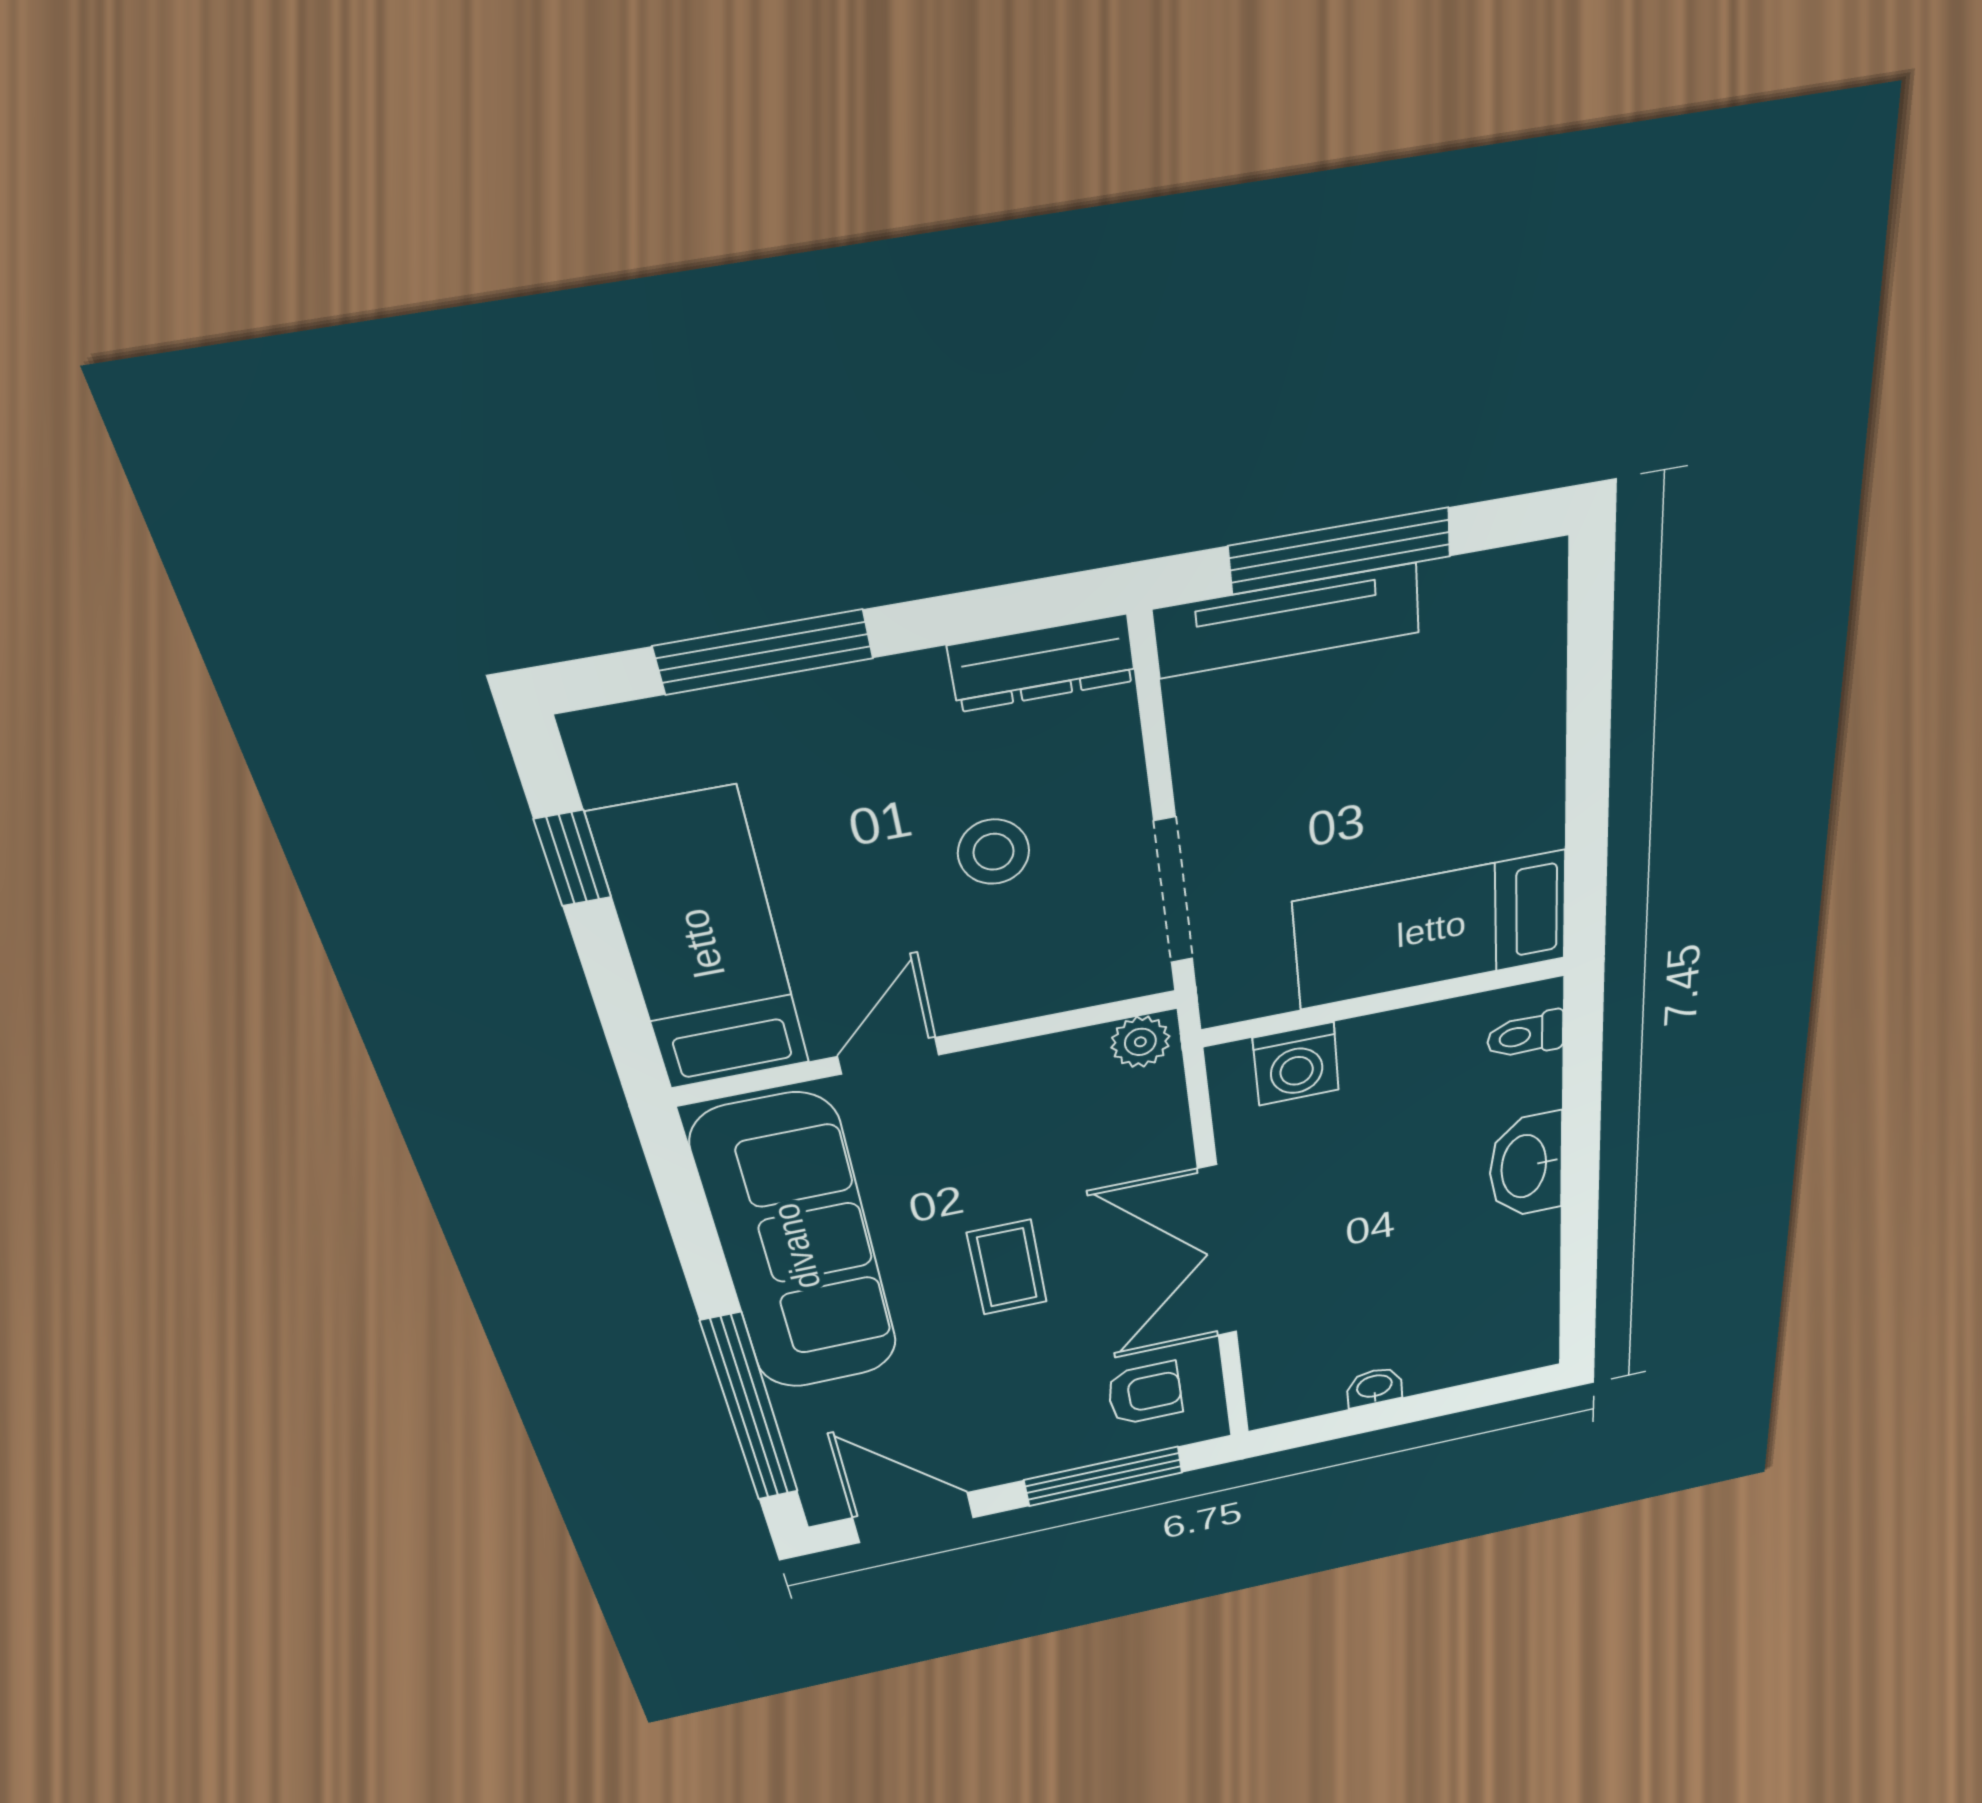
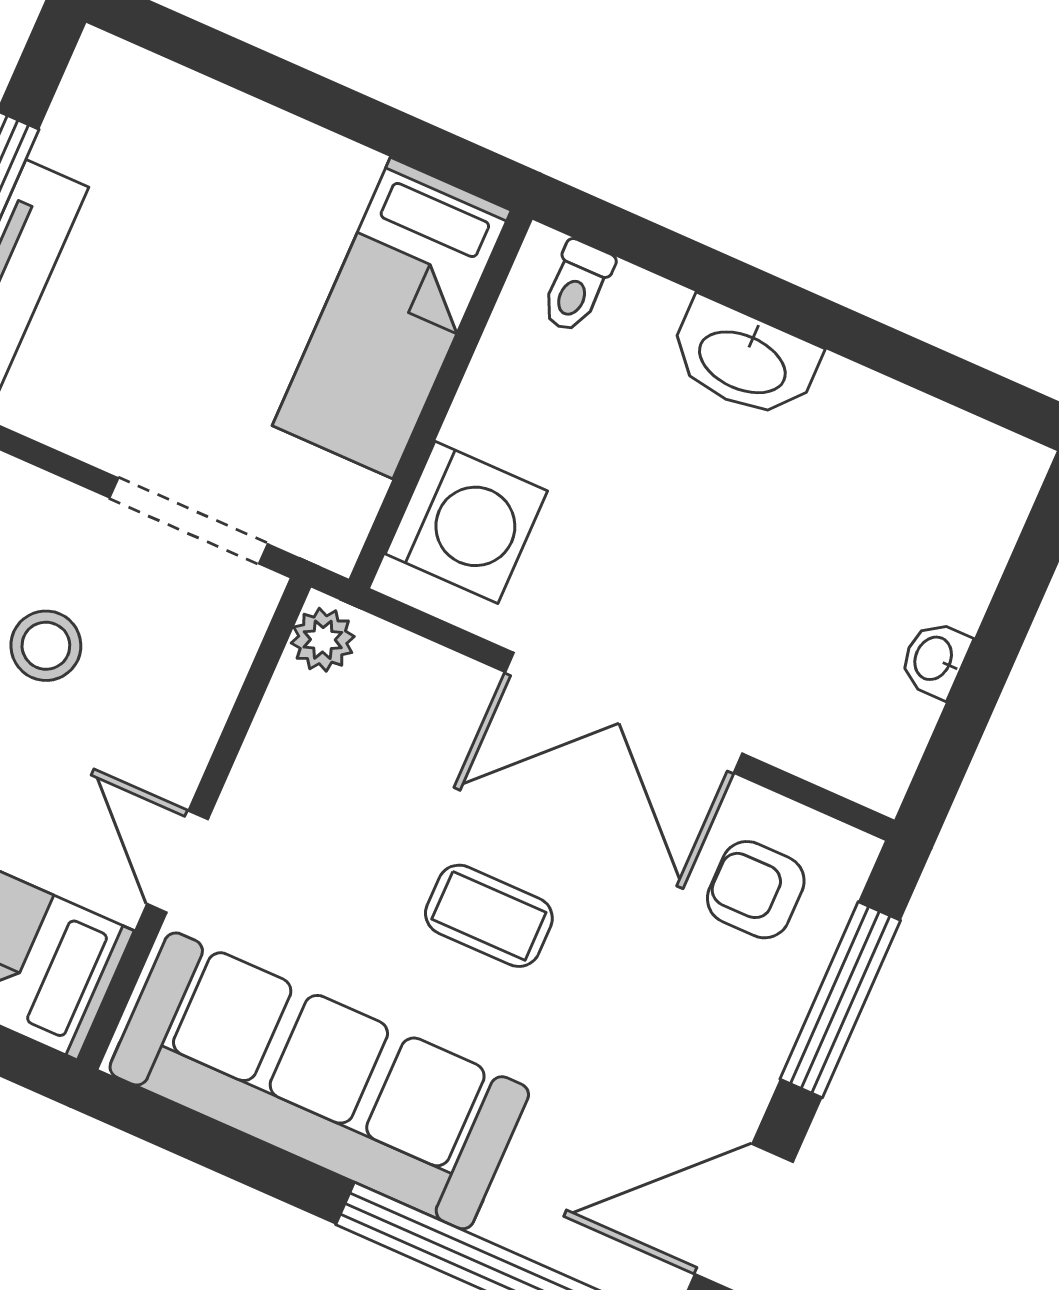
washing machine: (1296, 1064) -> (466, 522), width x1.37, depth x1.37
armchair: (1145, 1393) -> (756, 890), turned -90

